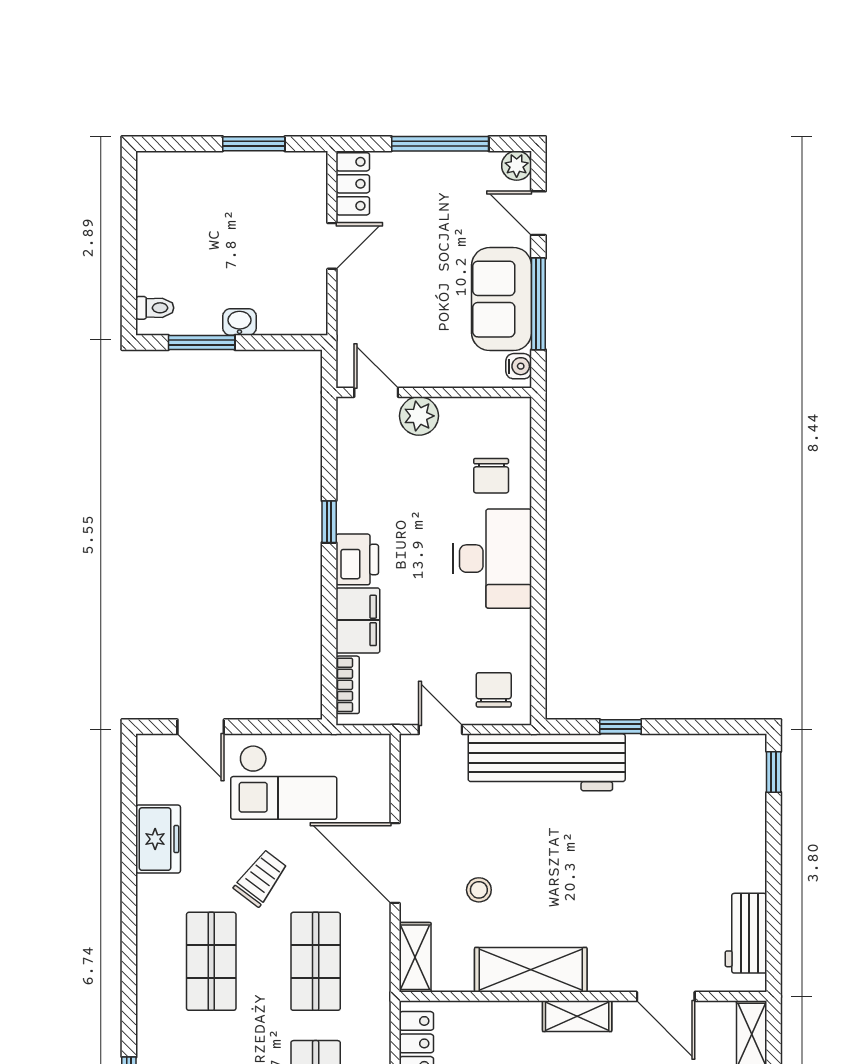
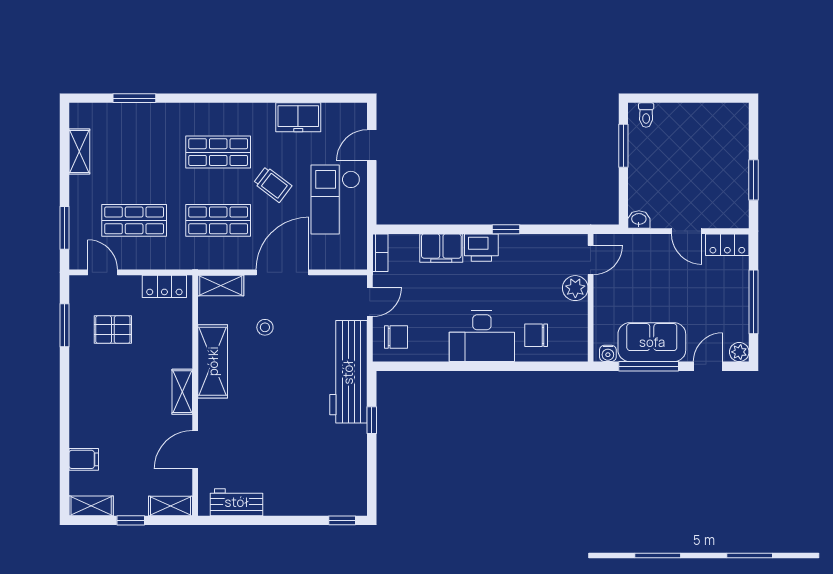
washbasin: (239, 322) -> (639, 219), moved, turned -90
bookcase: (348, 685) -> (380, 253), moved, turned -90

